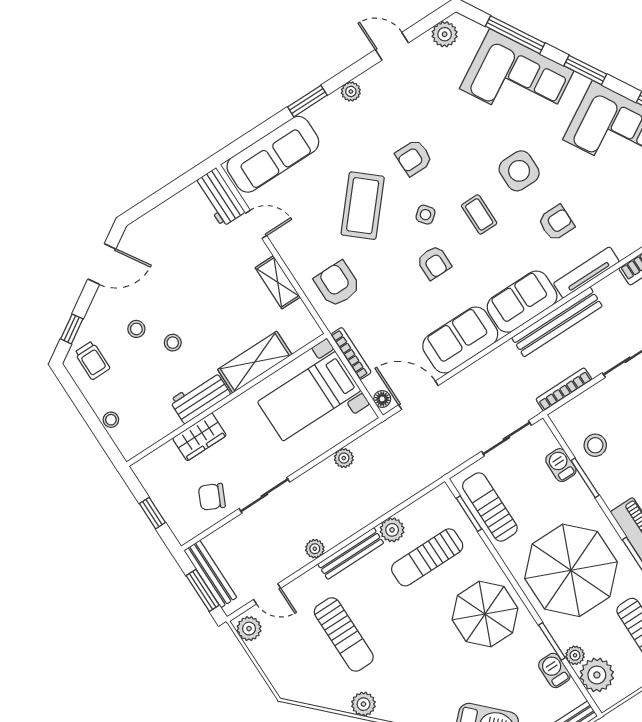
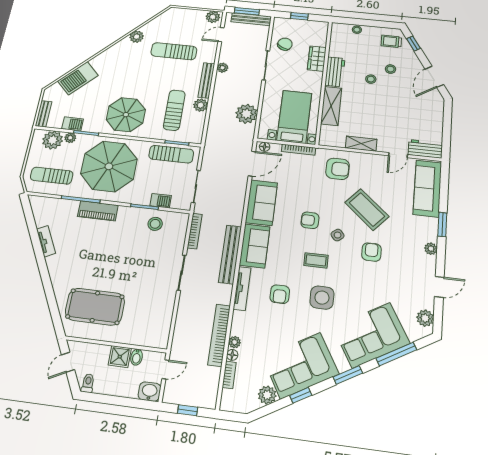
plant: (344, 458) -> (246, 114), width x1.88, depth x1.88

